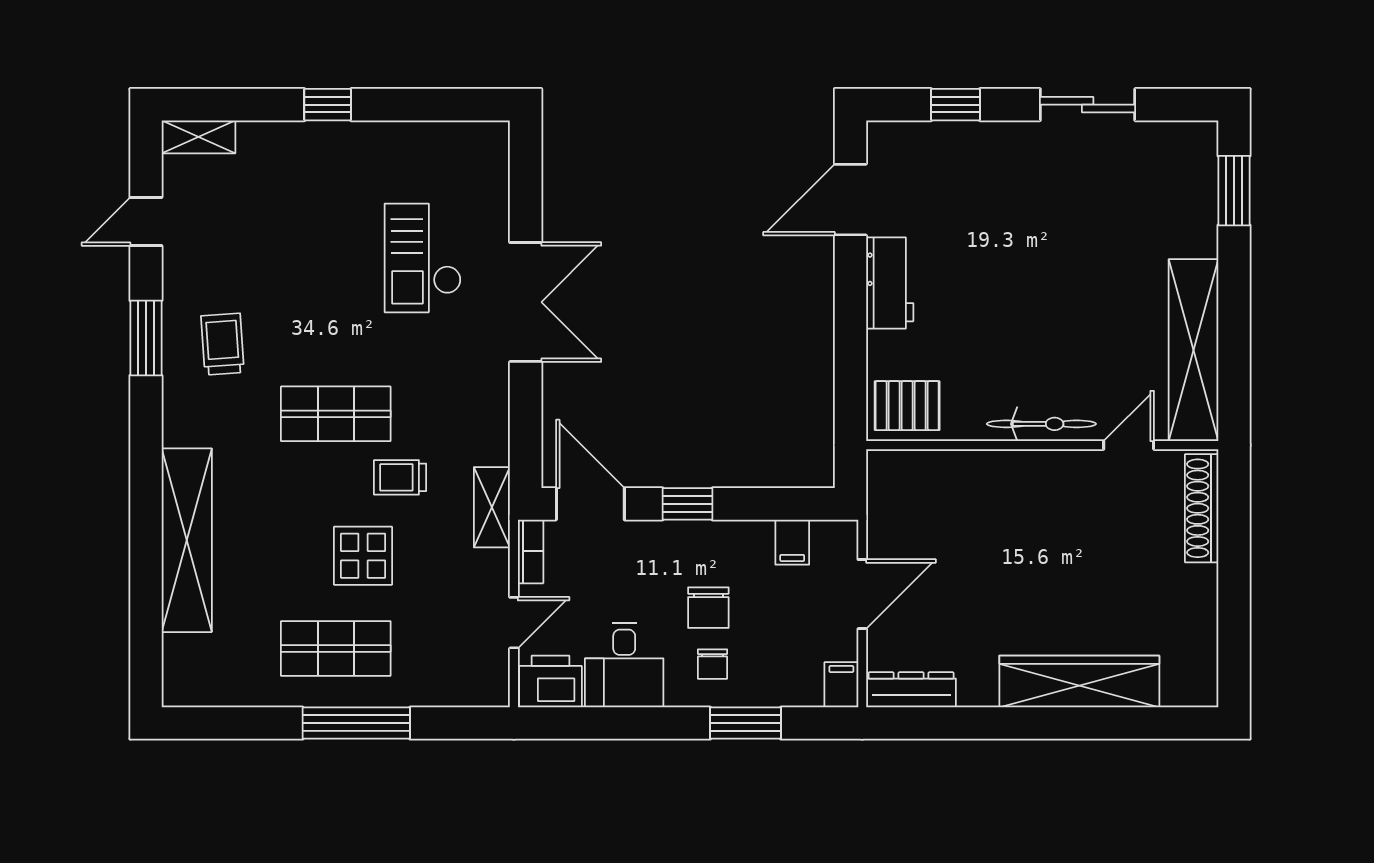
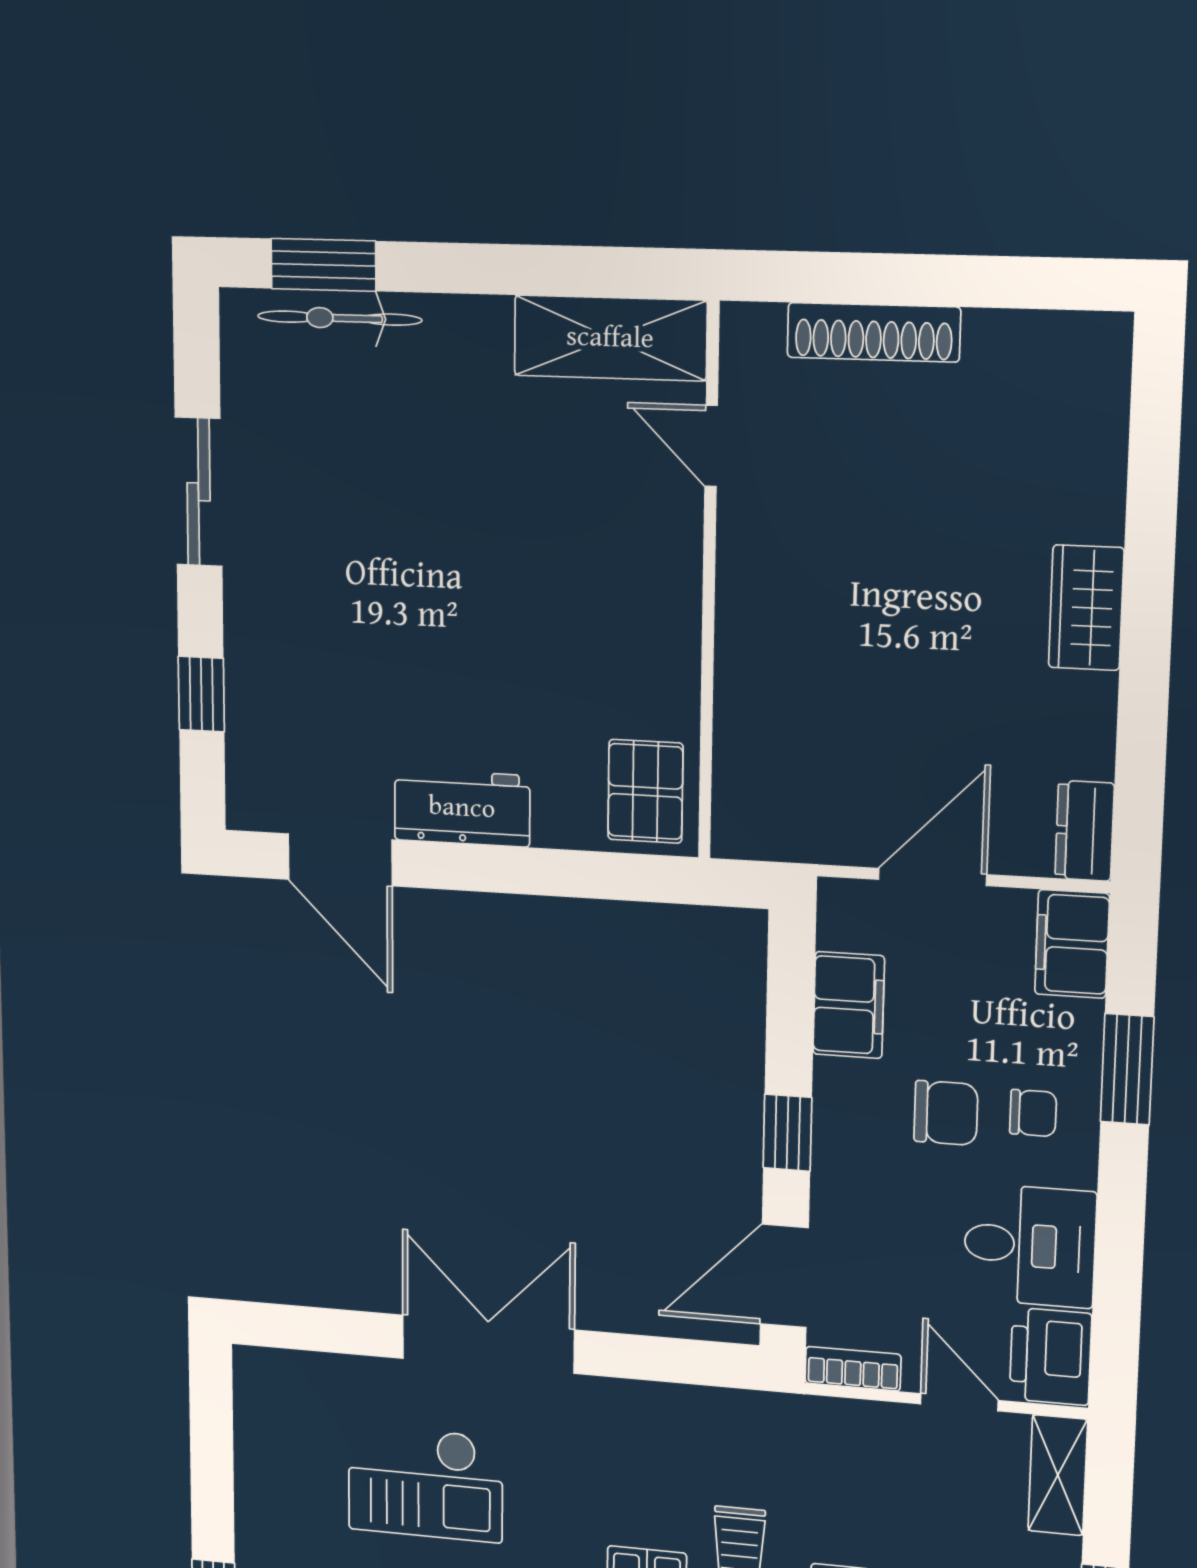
shelving: (1194, 350) -> (610, 338), width x0.68
bicycle: (1041, 424) -> (340, 318), moved, turned -90
shelving: (492, 507) -> (1058, 1475), moved, turned 90
shoe rack: (1202, 508) -> (874, 332), moved
filing cabinet: (792, 542) -> (849, 1005), width x2.00
door: (862, 594) -> (932, 877), hinge flipped
wardrobe: (1079, 681) -> (1086, 608), width x0.48, depth x0.85
filing cabinet: (841, 685) -> (1072, 944), width x2.00
dresser: (911, 690) -> (1085, 831), width x0.70

